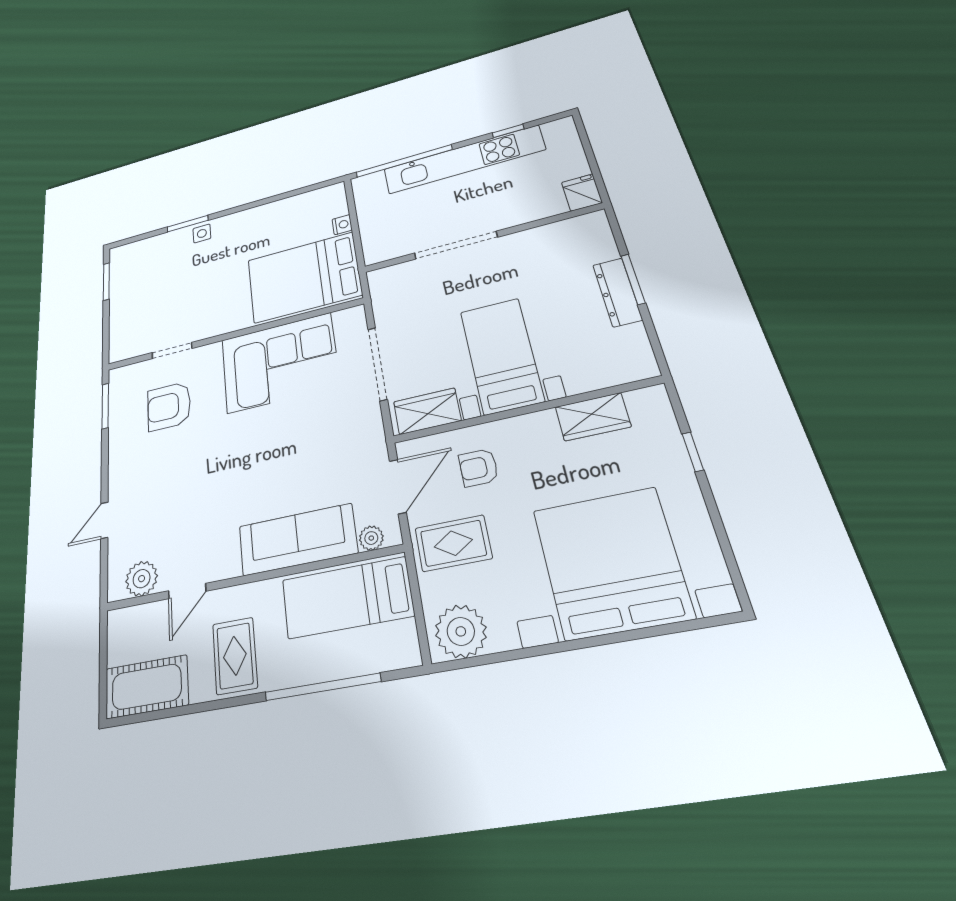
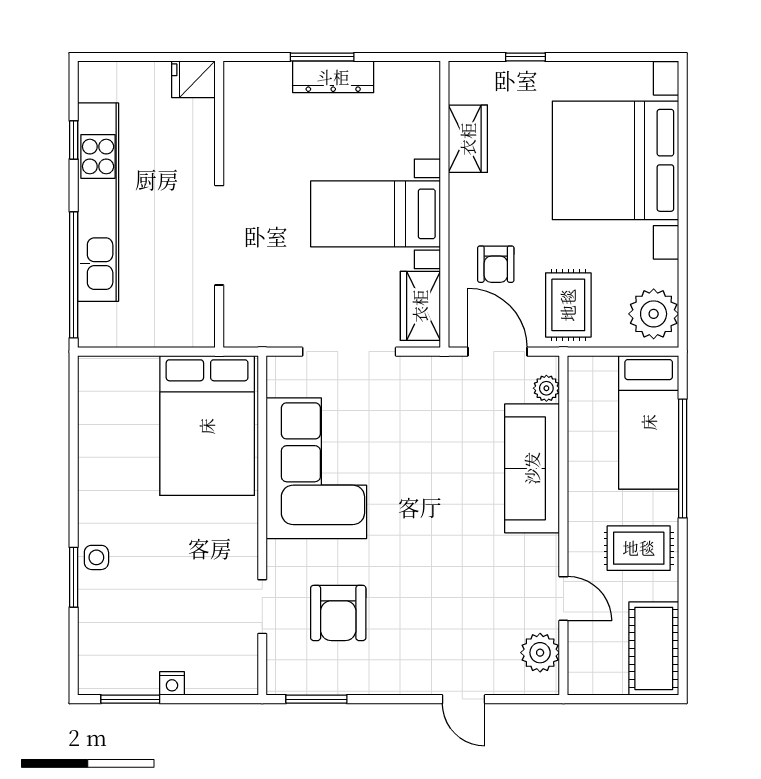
nightstand: (342, 225) -> (172, 683), moved, turned 180
bed: (347, 598) -> (649, 422), moved

